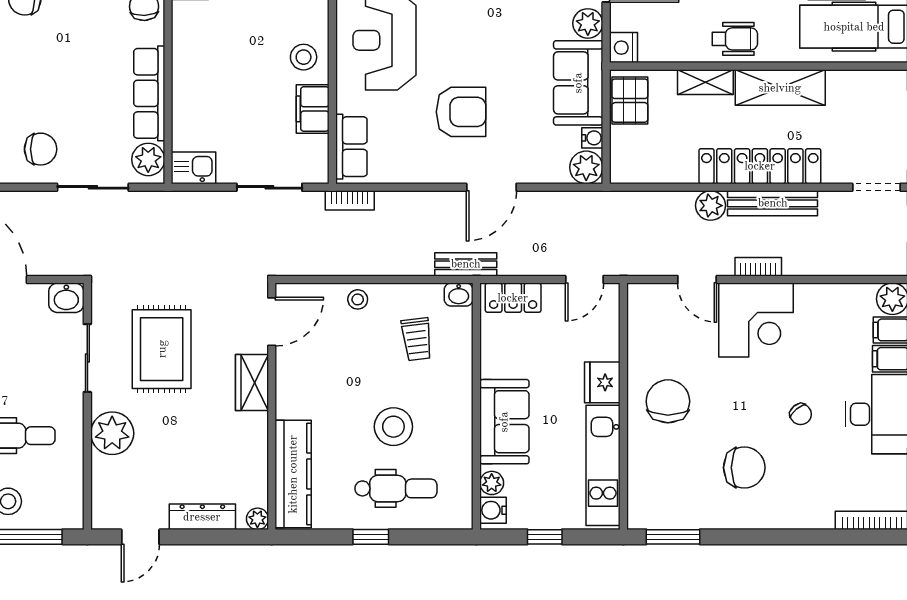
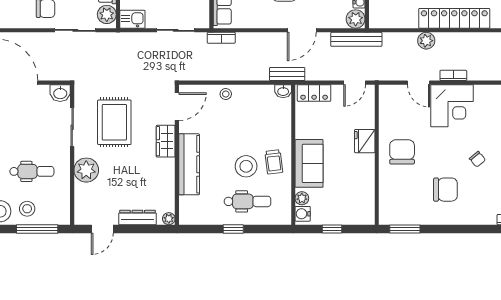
bench: (773, 203) -> (356, 39), moved
trolley: (417, 339) -> (274, 162), moved
kitchen unit: (603, 465) -> (365, 188), removed
kitchen counter: (293, 474) -> (189, 164), moved

